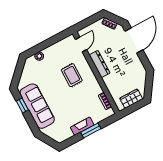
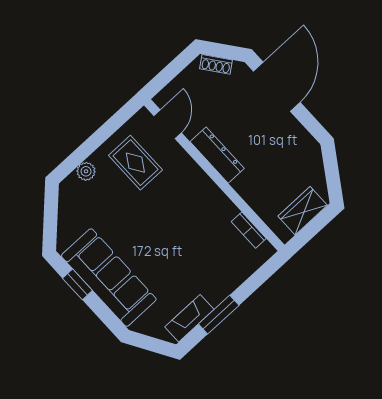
rug: (72, 75) -> (135, 163), moved
fireplace: (82, 126) -> (189, 318), moved
window: (91, 131) -> (219, 315), moved

